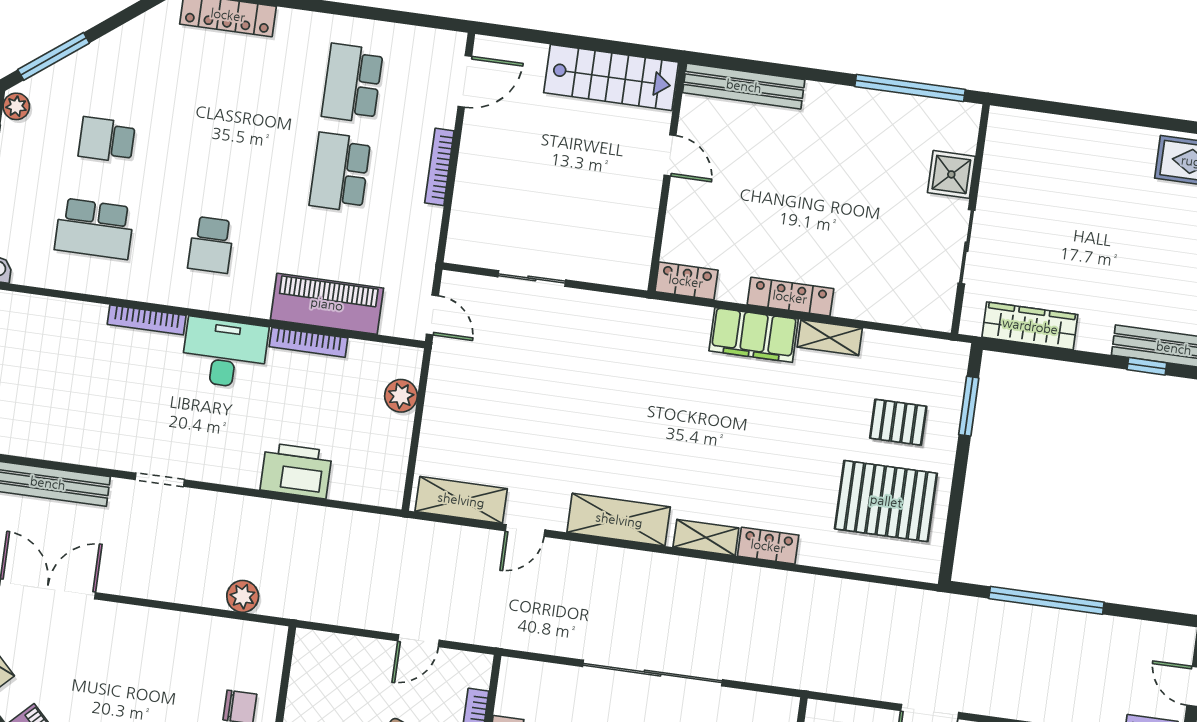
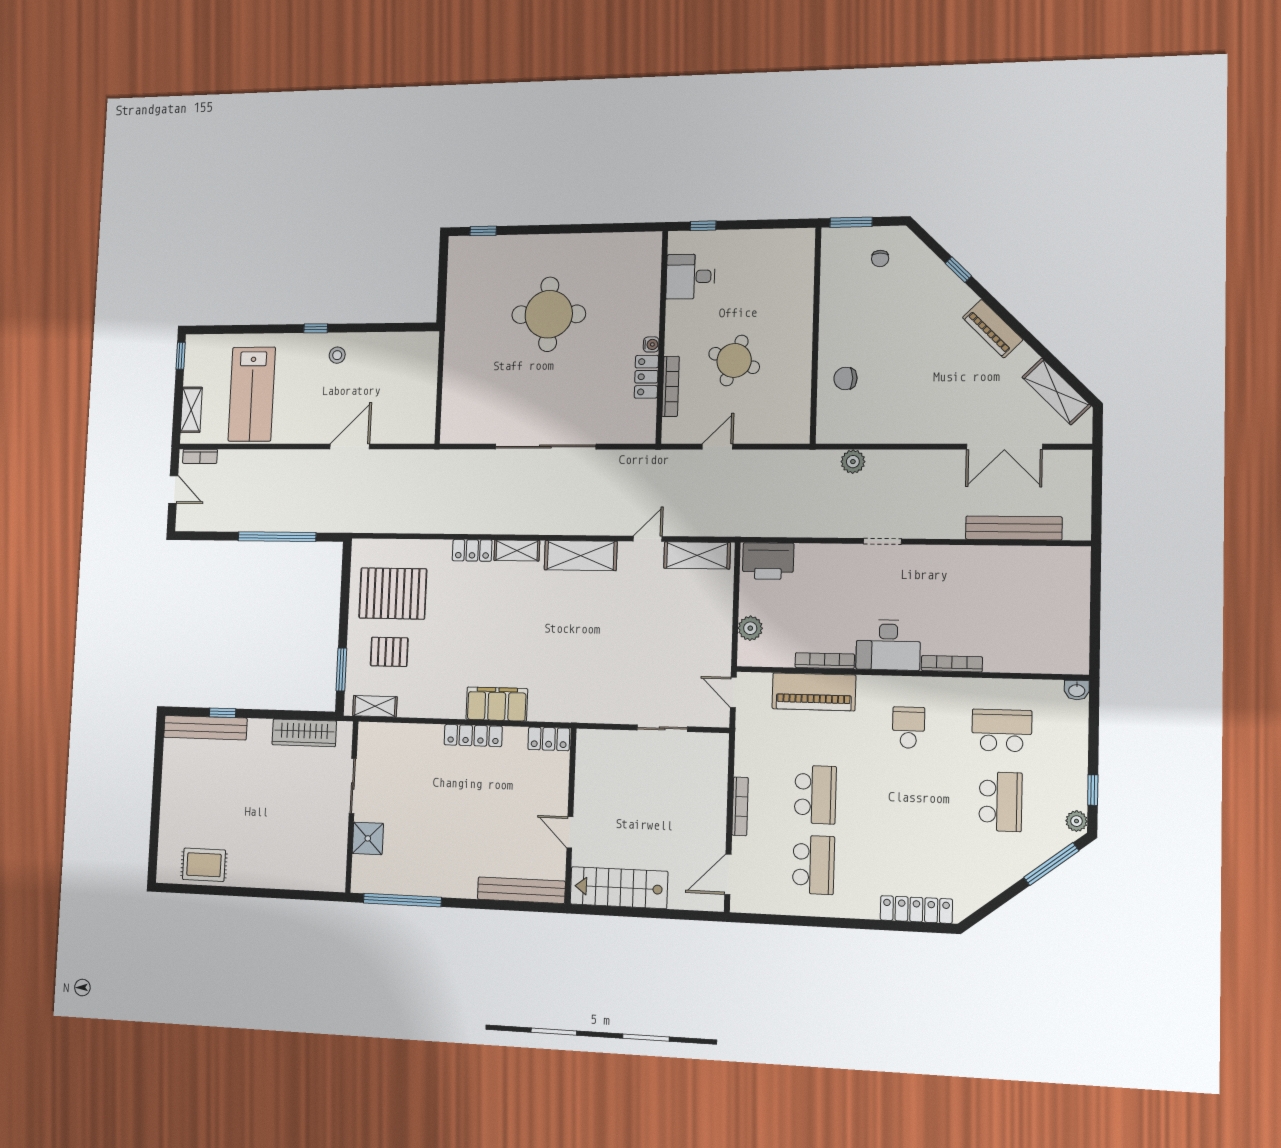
school desk: (107, 140) -> (1001, 802), width x1.85
shelving: (830, 338) -> (375, 706), moved
printer: (296, 471) -> (768, 561), moved
doorway: (160, 480) -> (882, 541), moved

